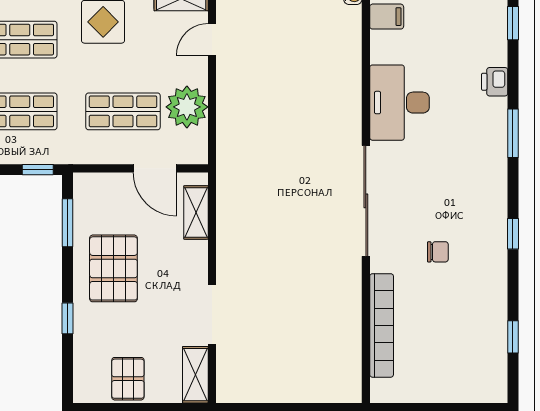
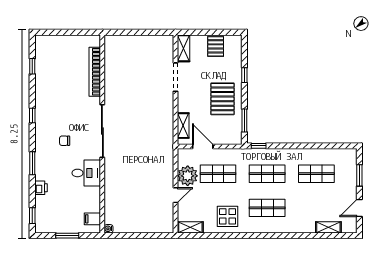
door: (212, 40) -> (176, 195), moved
desk: (399, 103) -> (86, 173), width x0.73
chair: (438, 252) -> (65, 141), moved

